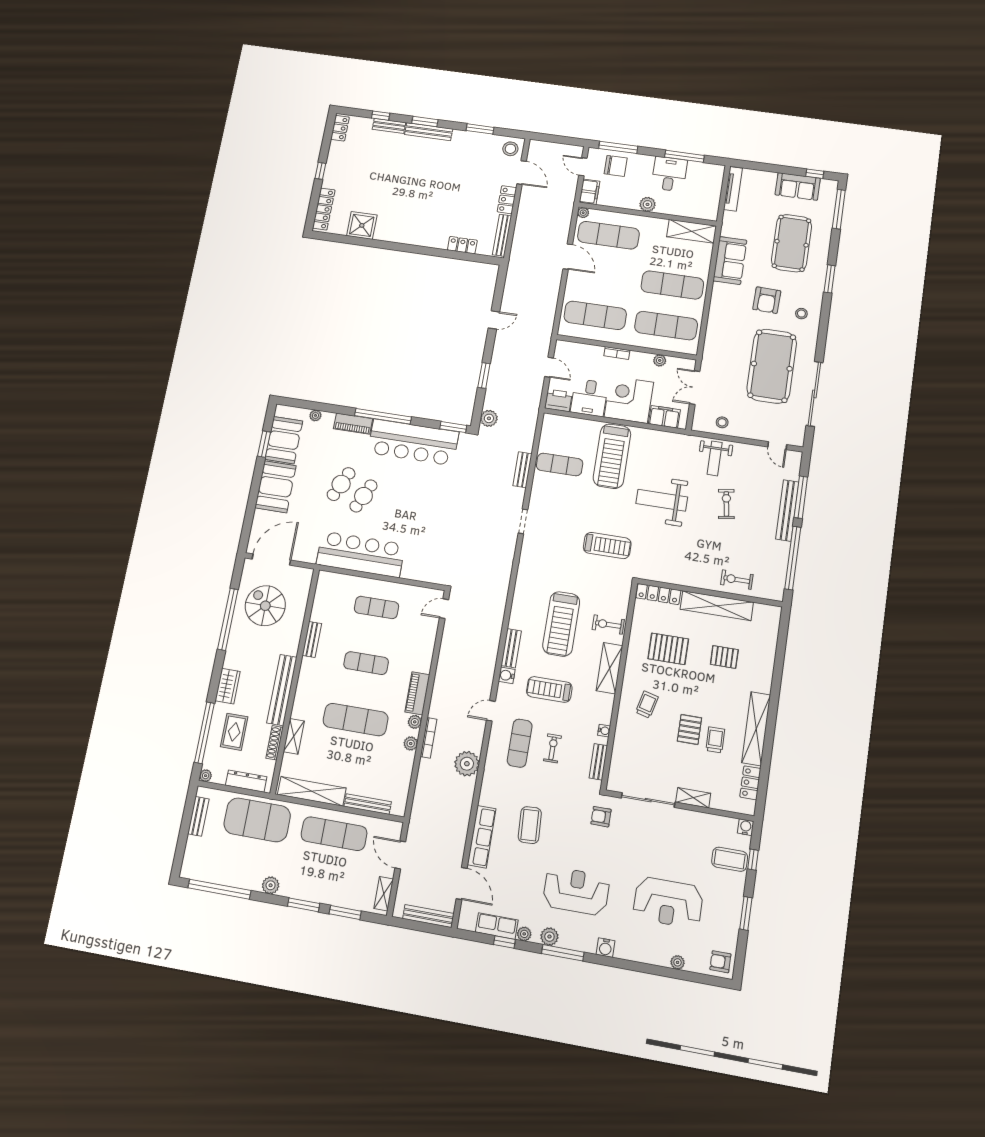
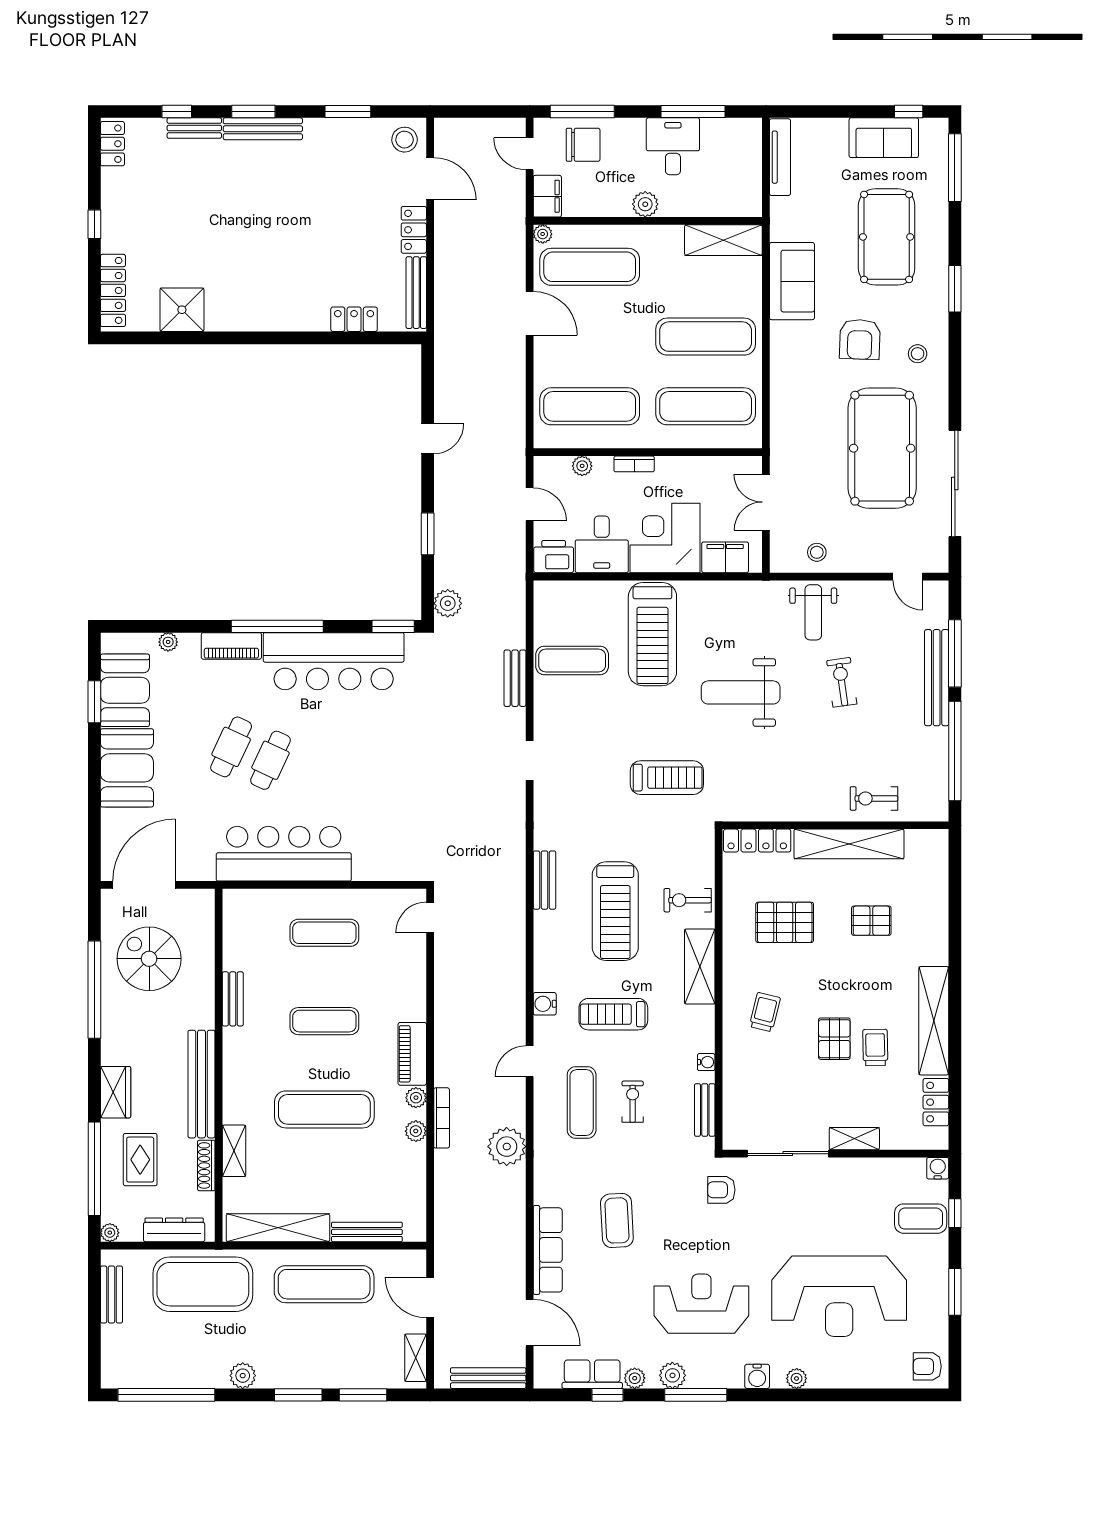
plant: (660, 360) -> (582, 466), moved
bench: (511, 648) -> (544, 880), moved
reception desk: (668, 902) -> (839, 1296), width x1.36, depth x1.30
plant: (678, 962) -> (797, 1378), moved

